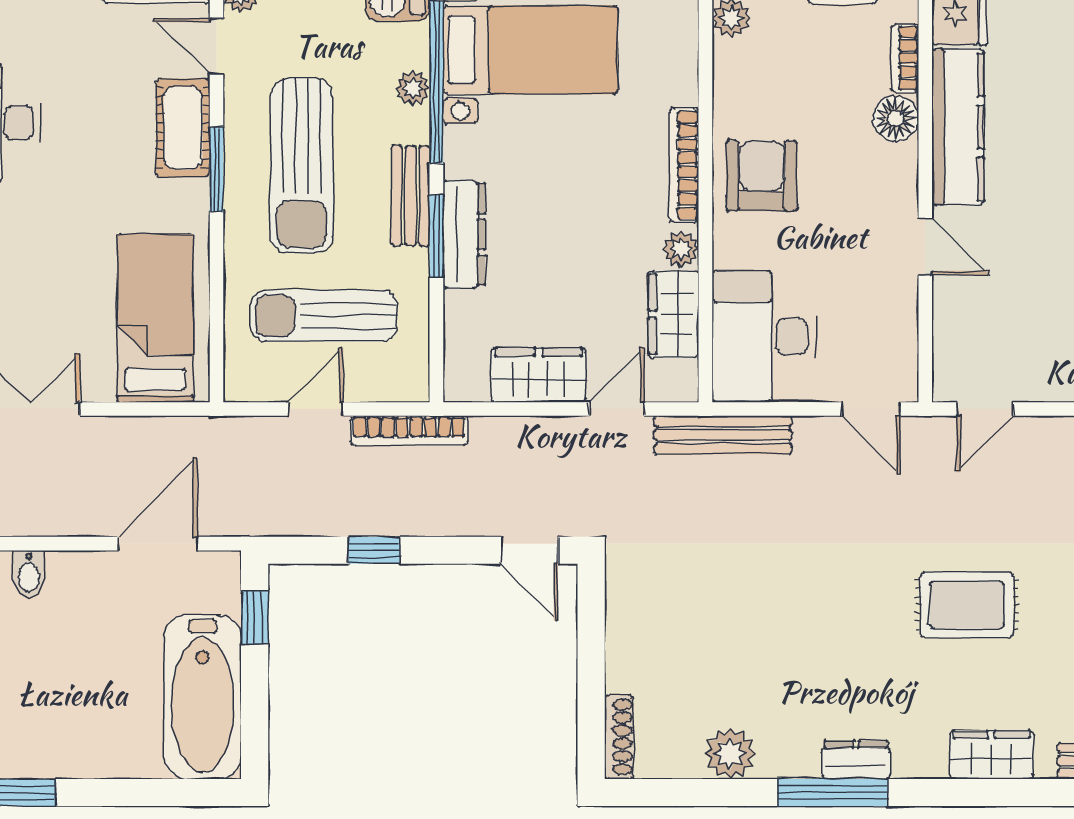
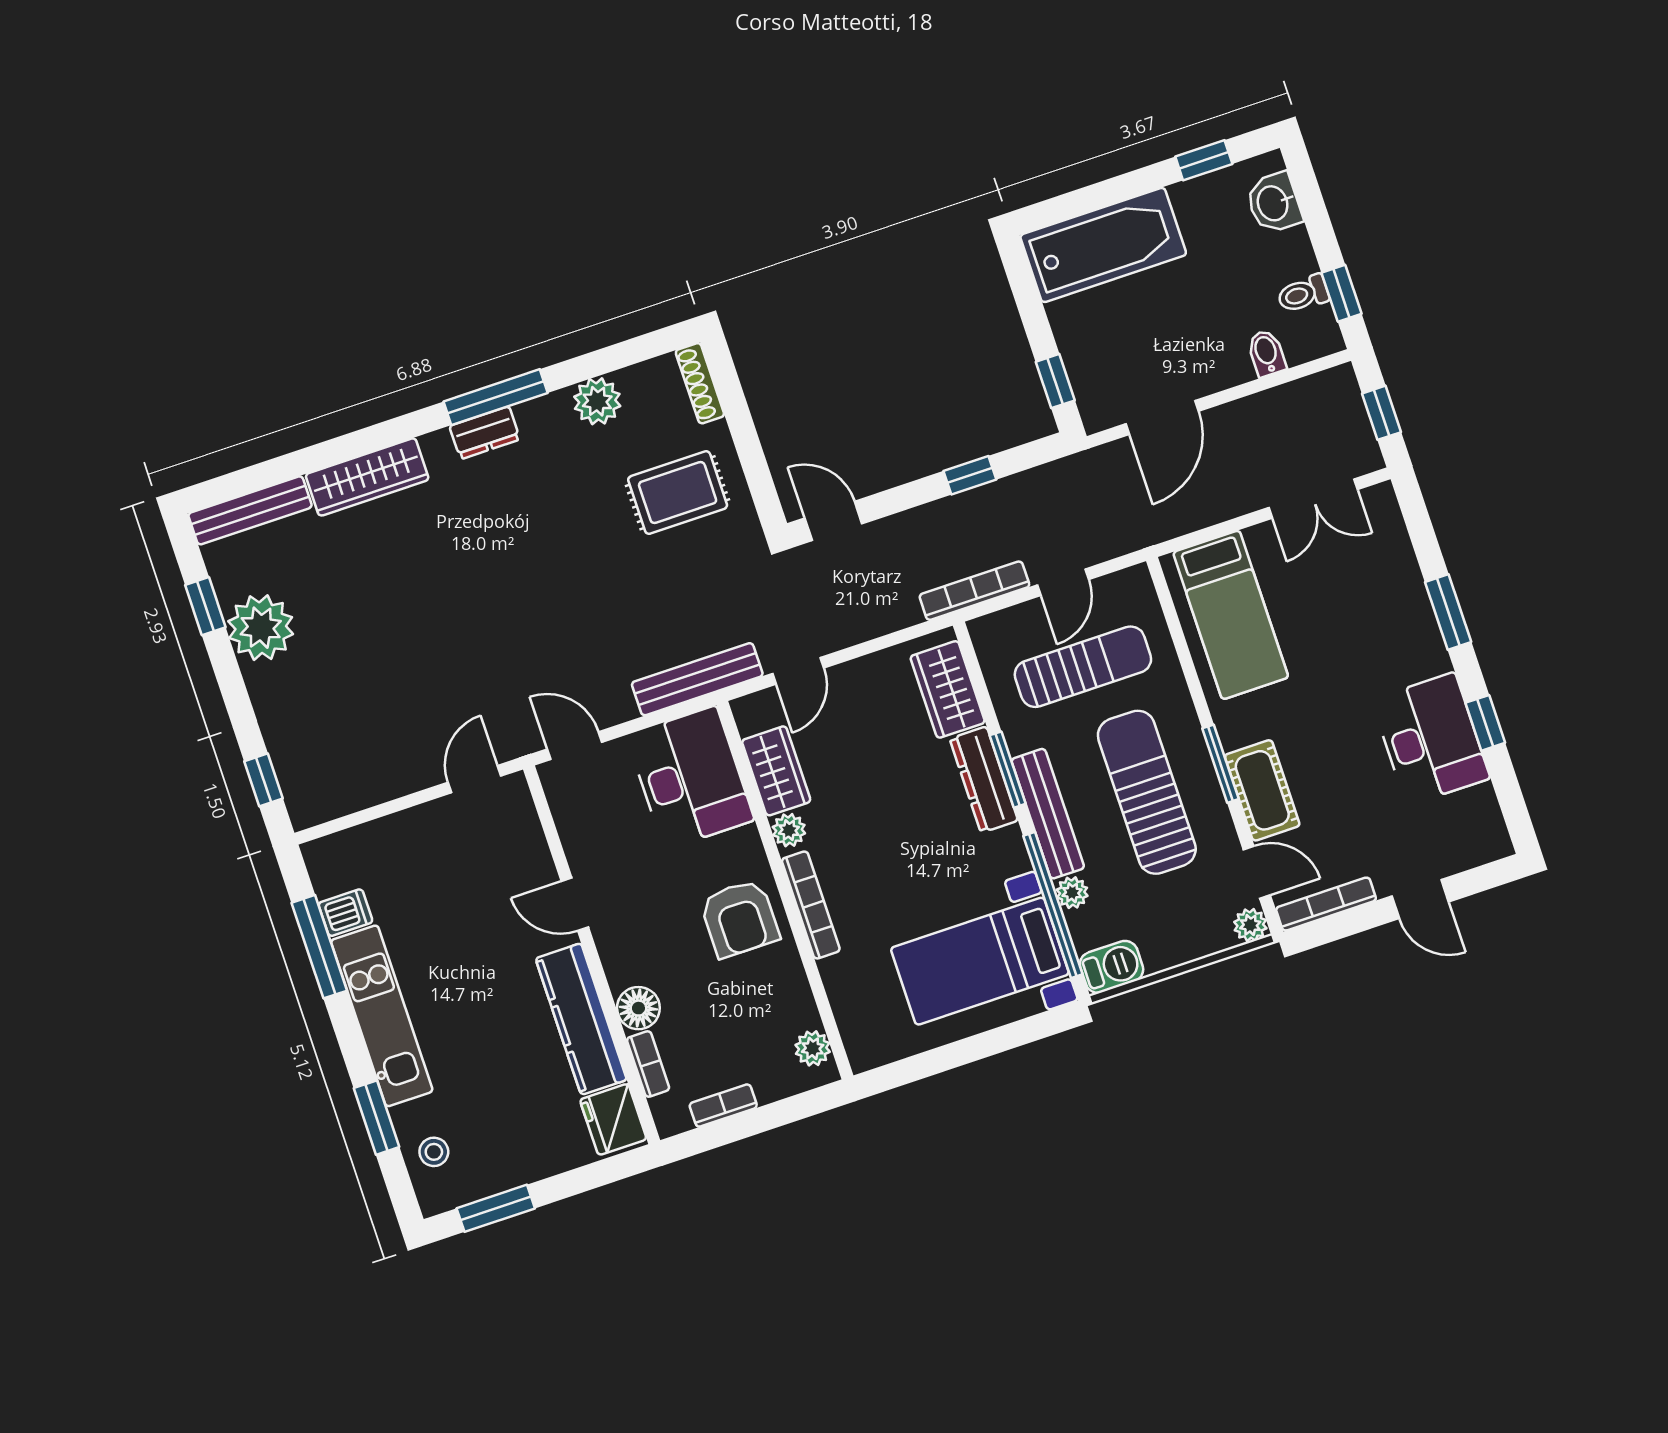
bench: (410, 196) -> (1048, 814), width x1.36
wardrobe: (539, 375) -> (948, 689), moved, turned 90
rug: (967, 605) -> (678, 493), moved
bathtub: (202, 697) -> (1103, 245), moved, turned 90
wardrobe: (991, 755) -> (367, 477), width x1.50

